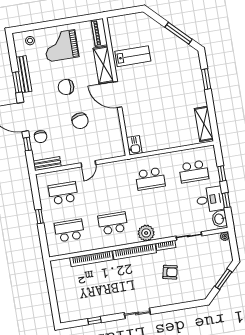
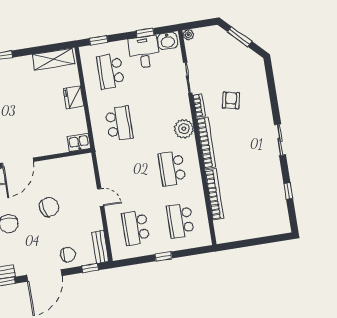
fridge: (172, 141) -> (74, 97), added
window: (27, 144) -> (90, 268), moved
school desk: (194, 172) -> (111, 71), turned 180
window: (222, 174) -> (99, 40), moved

